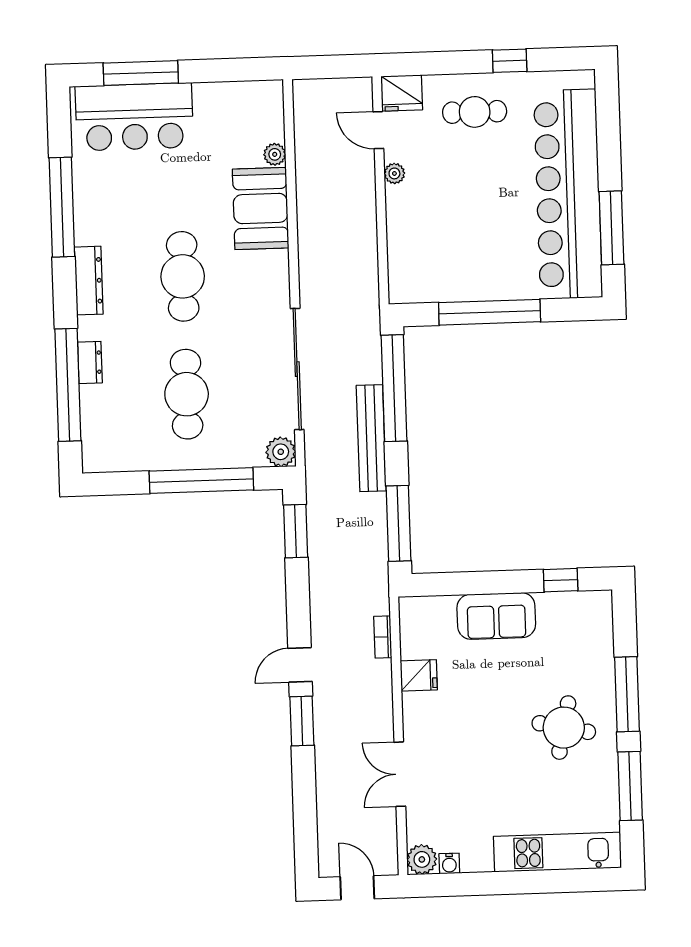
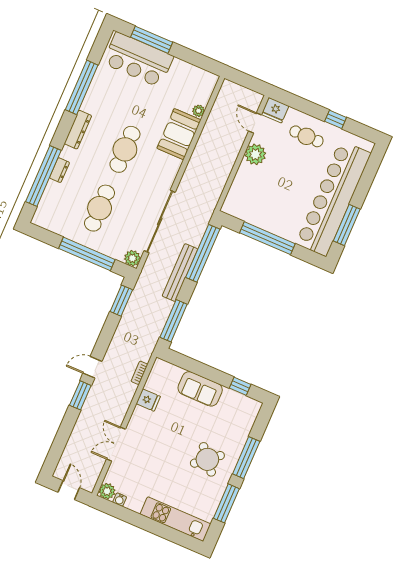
plant: (394, 173) -> (255, 154), width x1.87, depth x1.87
round table: (564, 728) -> (207, 459), turned 38

